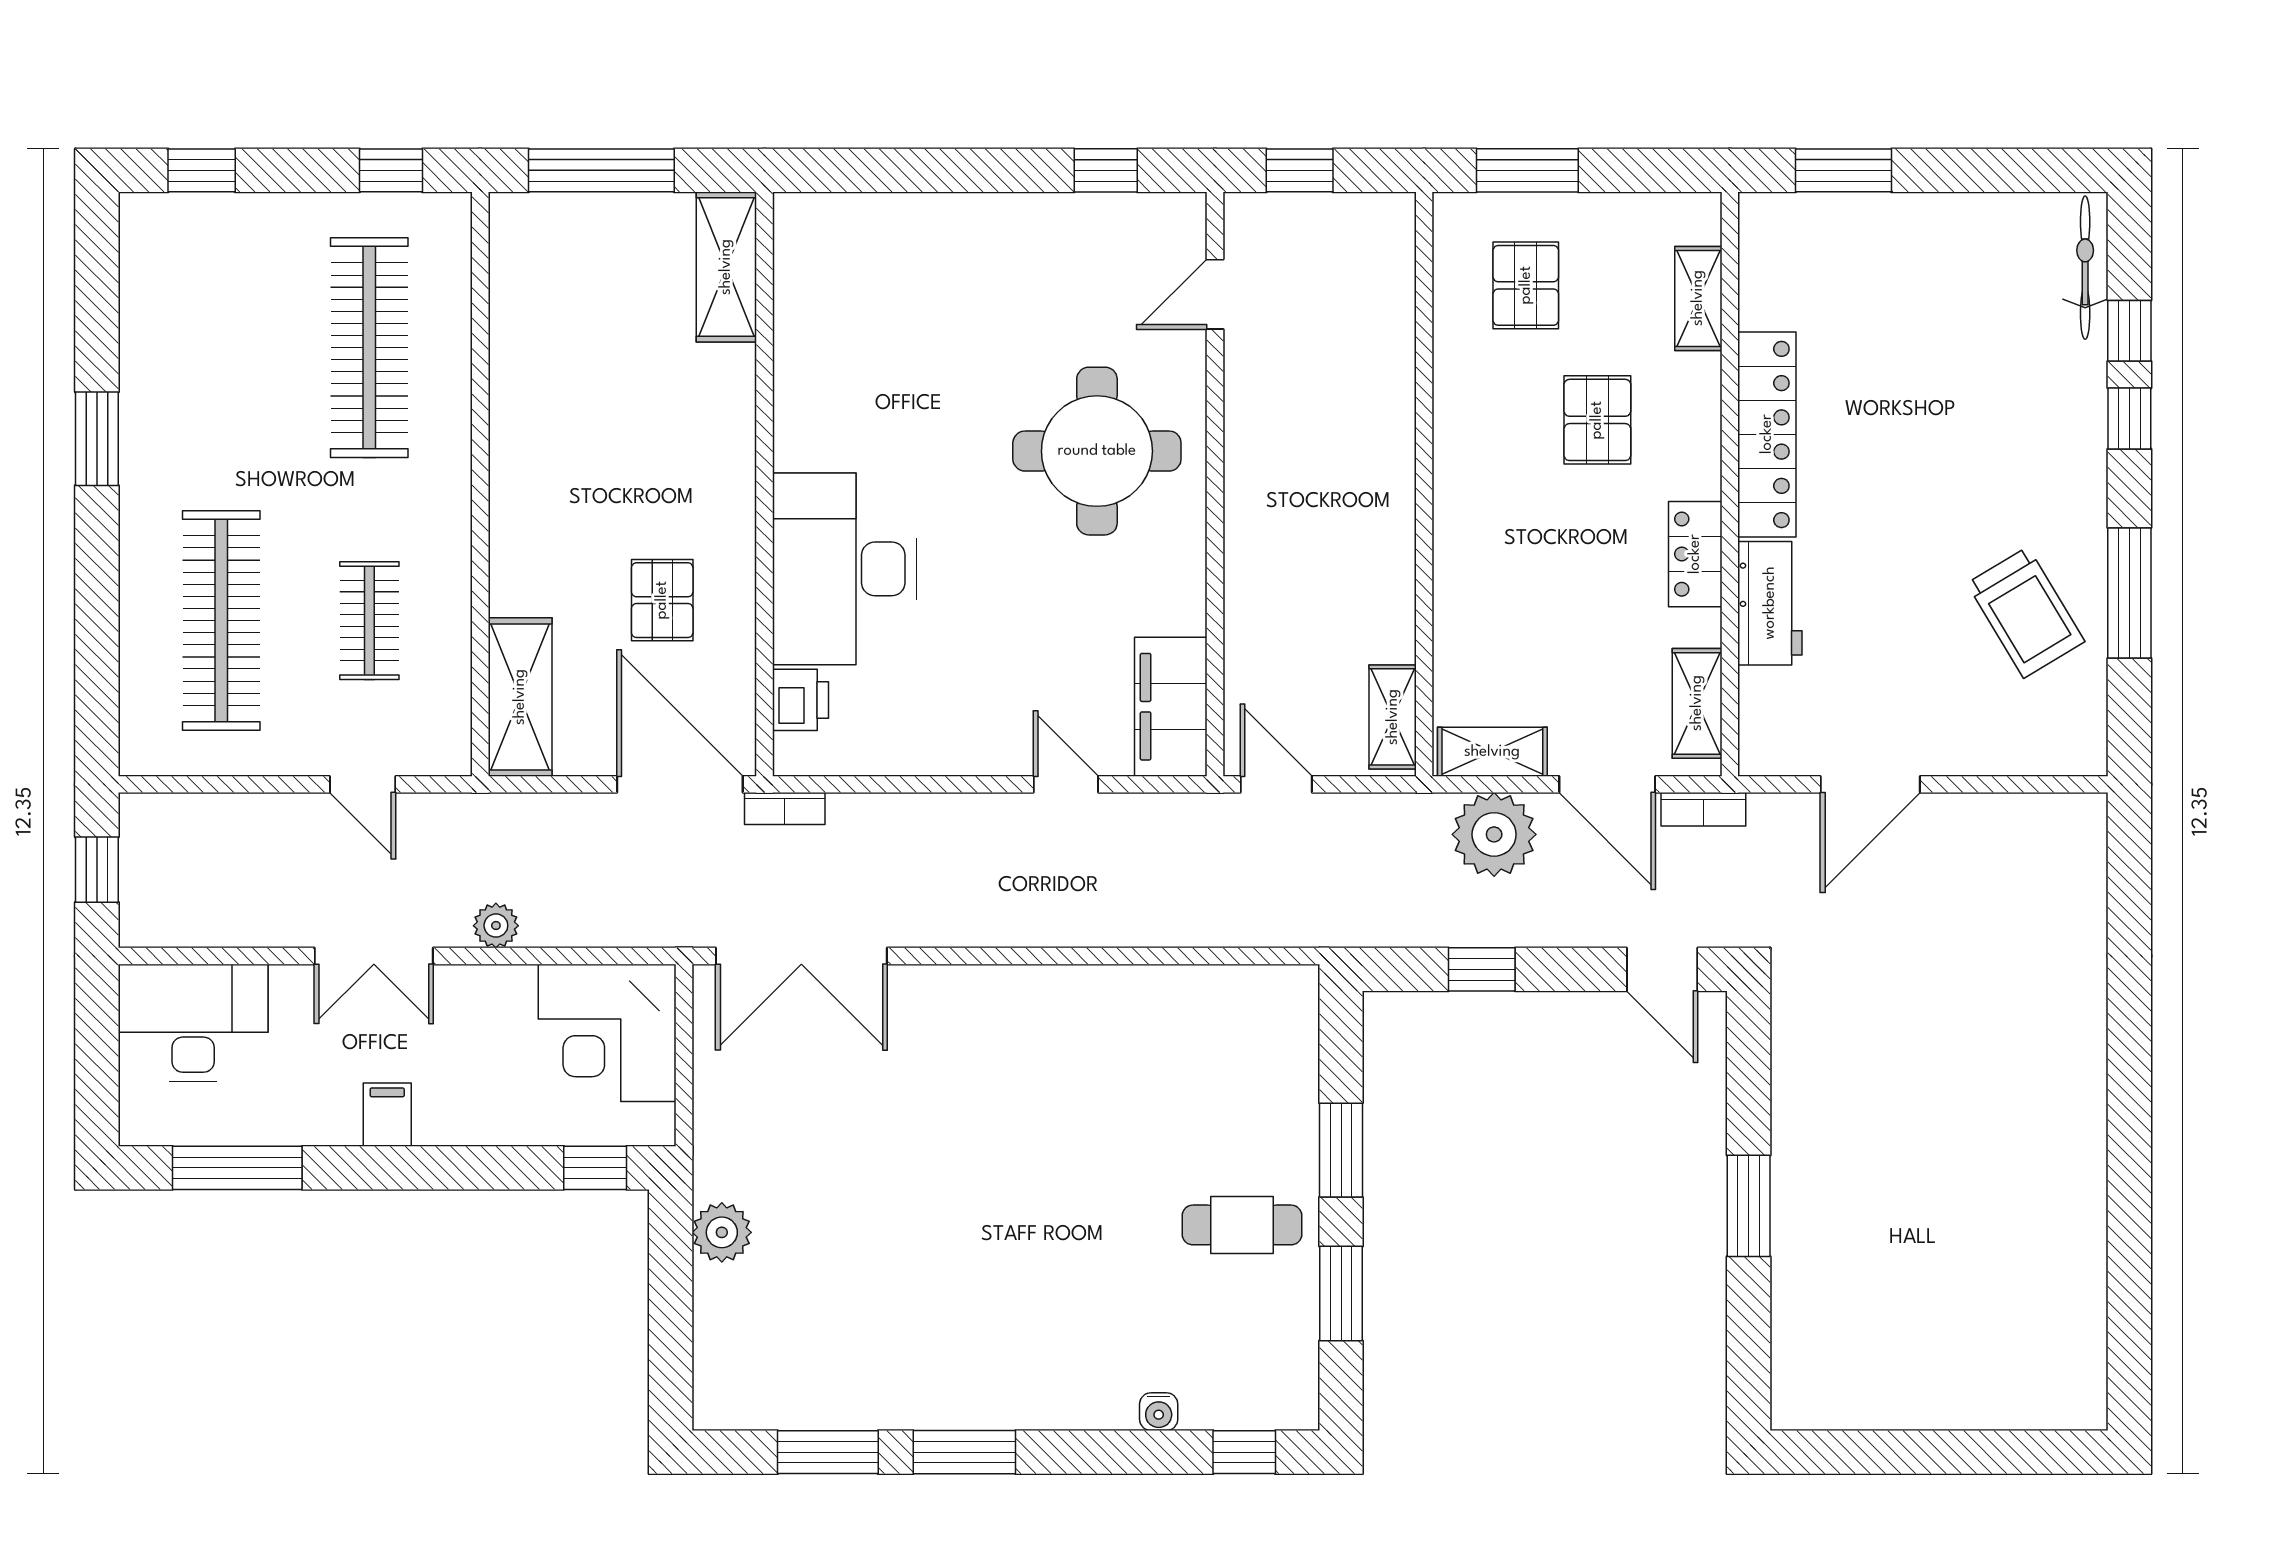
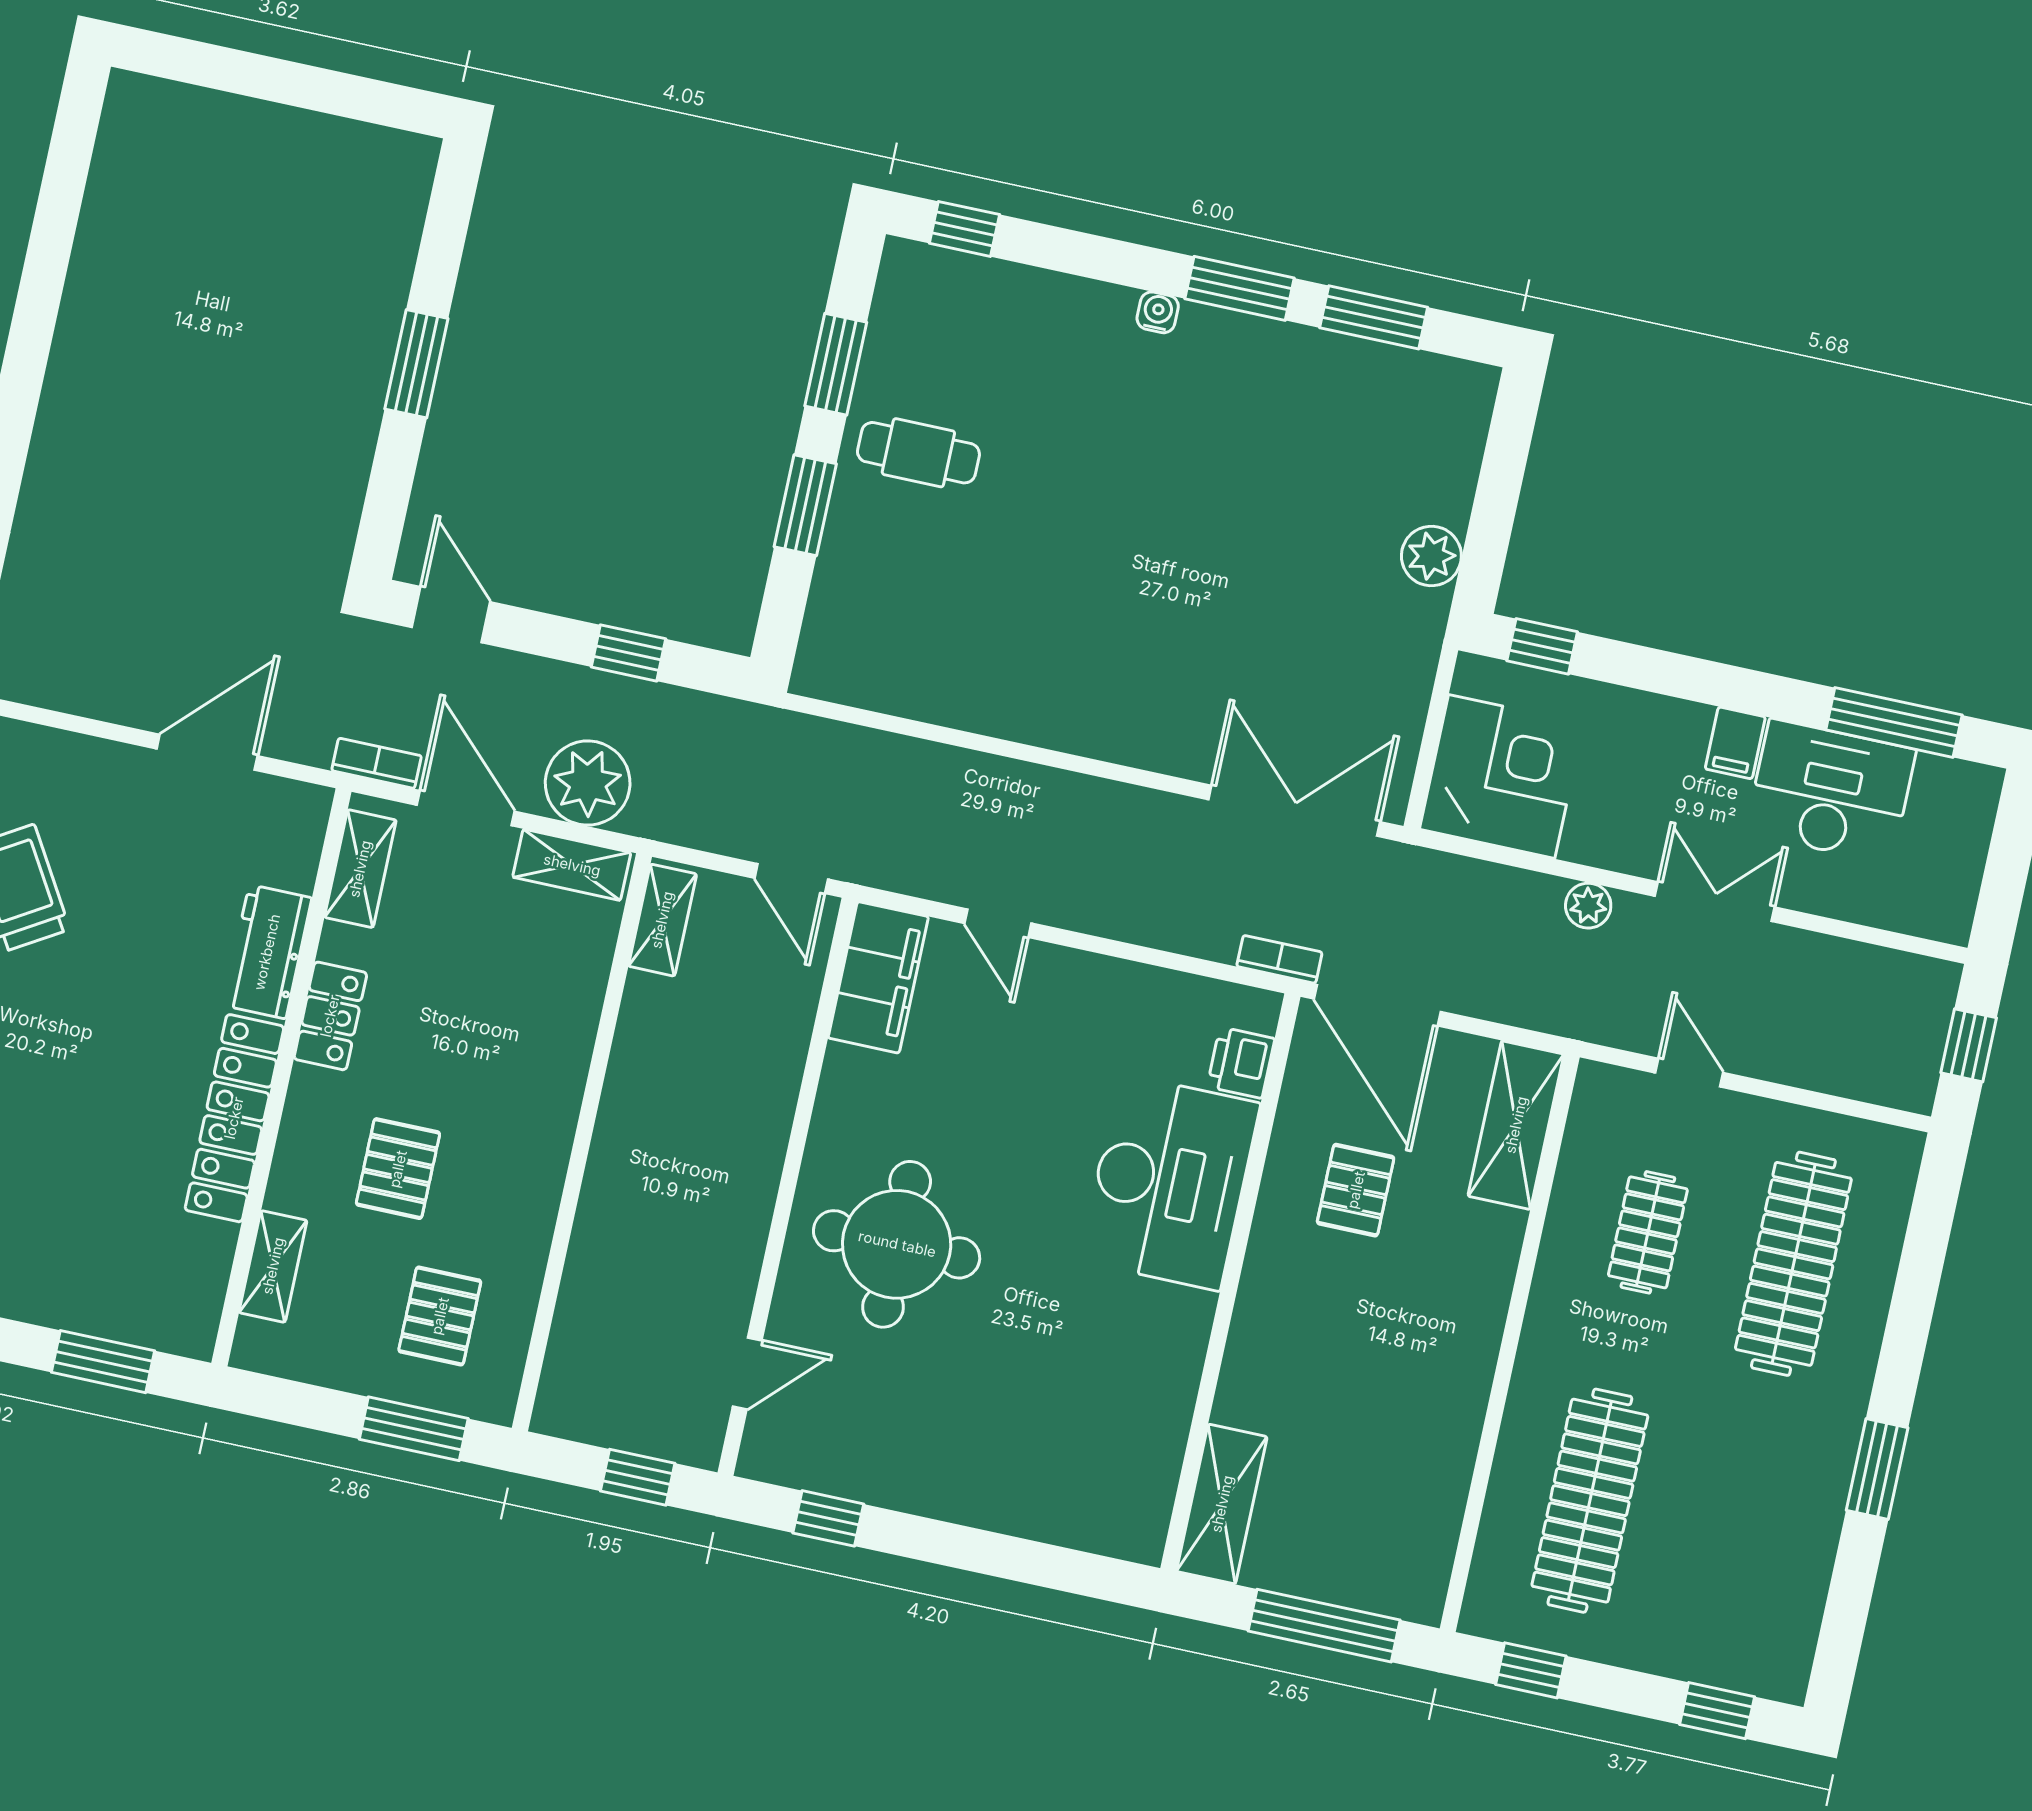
desk: (193, 1023) -> (1831, 791), moved, turned 180
water cooler: (1159, 1412) -> (1158, 312), moved

